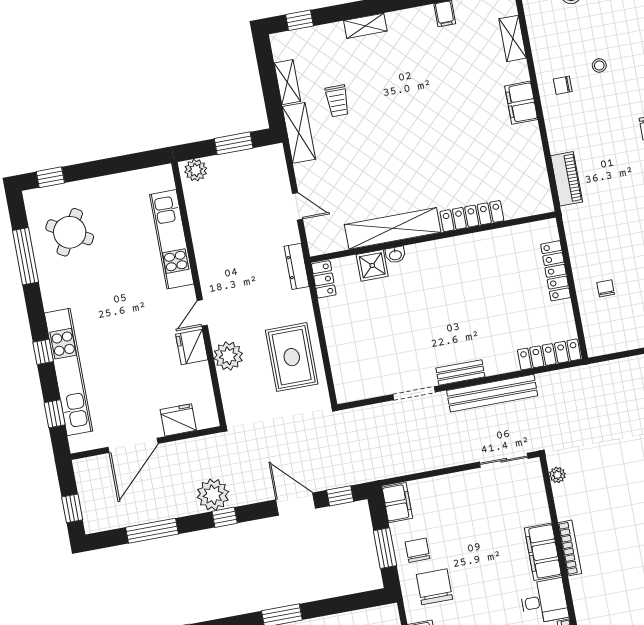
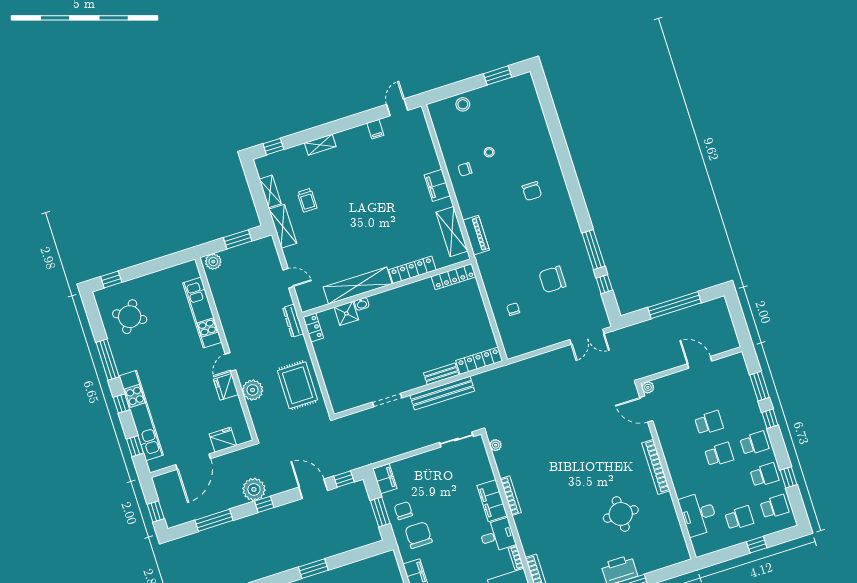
shelving: (513, 38) -> (452, 232), moved, width x1.50, depth x1.33
window: (25, 256) -> (108, 360), moved
locker: (556, 271) -> (454, 277), moved, turned -90
bench: (460, 372) -> (441, 374), moved

